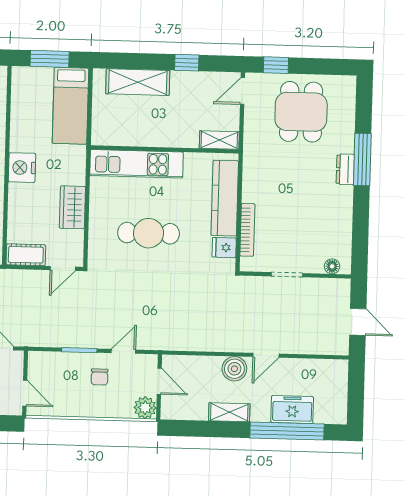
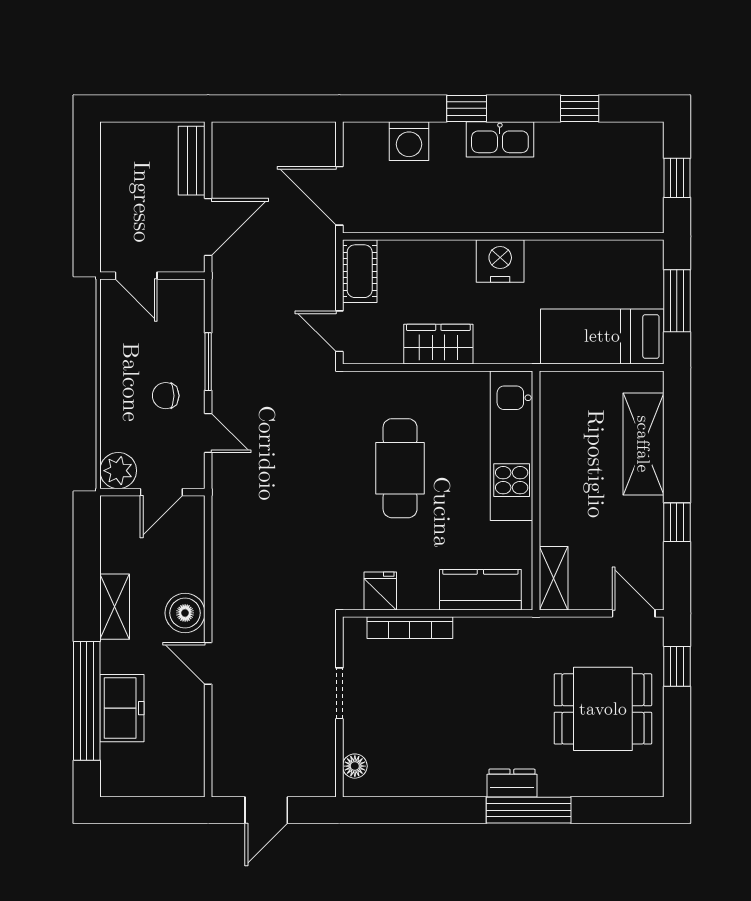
kitchen counter: (225, 198) -> (480, 590), width x0.67
door: (25, 393) -> (136, 276), hinge flipped

